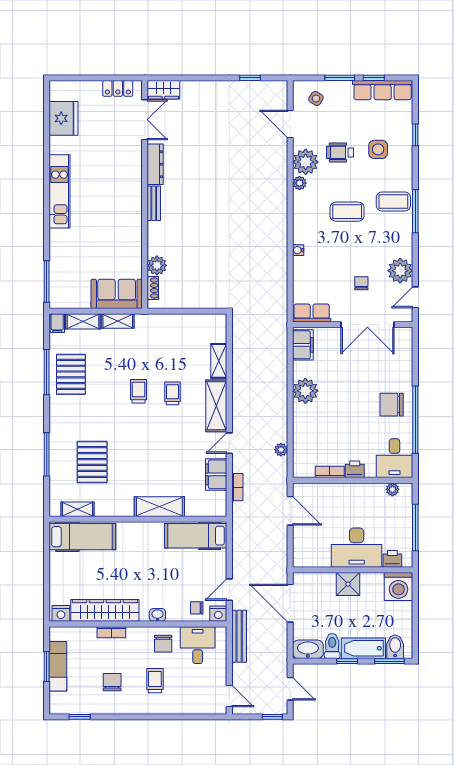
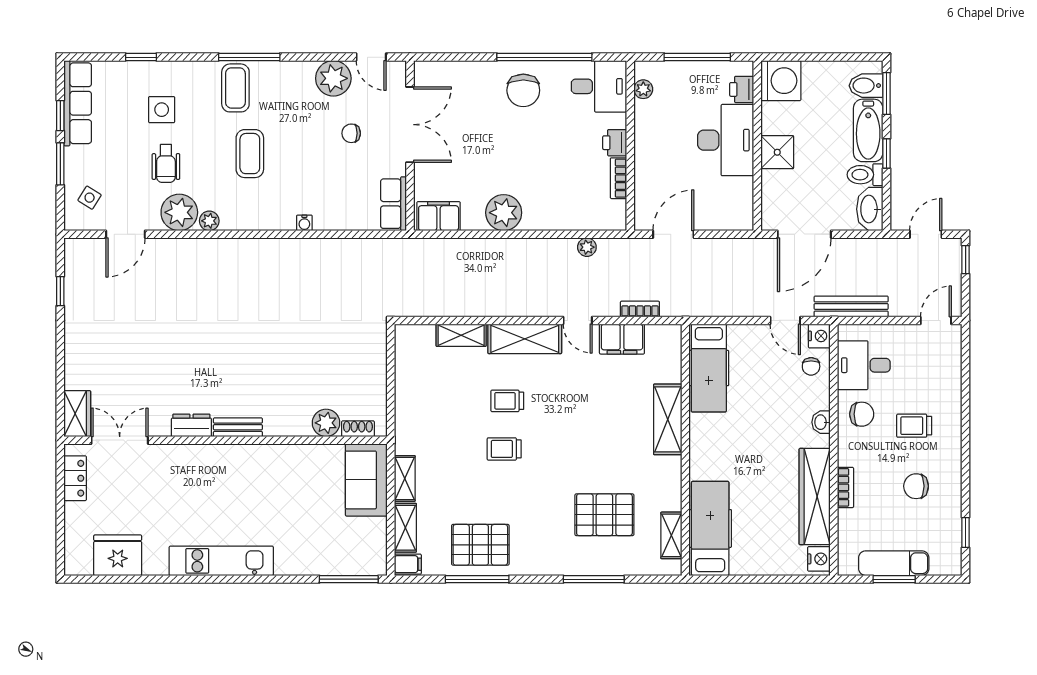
dresser: (155, 164) -> (191, 425), width x0.70

